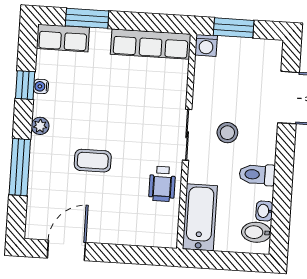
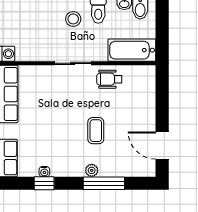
plant: (40, 126) -> (92, 170), moved
stool: (227, 133) -> (73, 19), moved
wheelchair: (162, 184) -> (109, 79), turned 180

